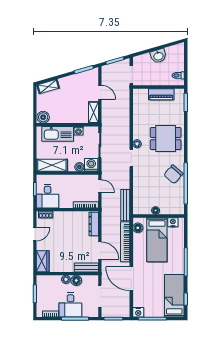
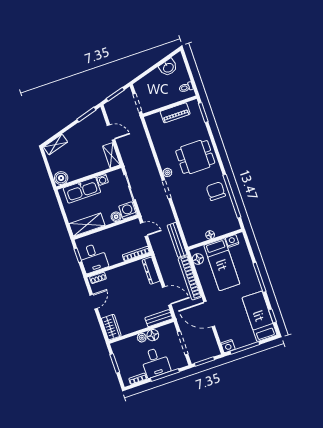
washbasin: (158, 56) -> (168, 67), moved
chair: (173, 174) -> (216, 191), turned 139

